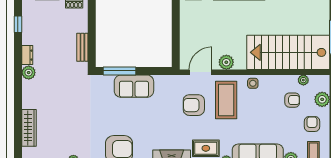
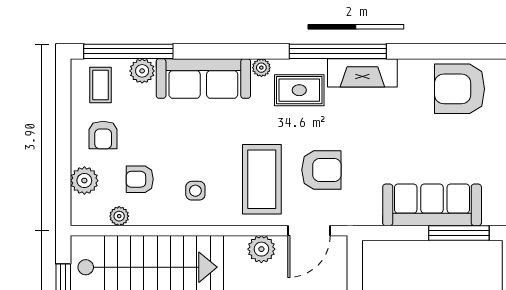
side table: (253, 83) -> (195, 191), moved
sofa: (134, 86) -> (432, 205), width x1.36

